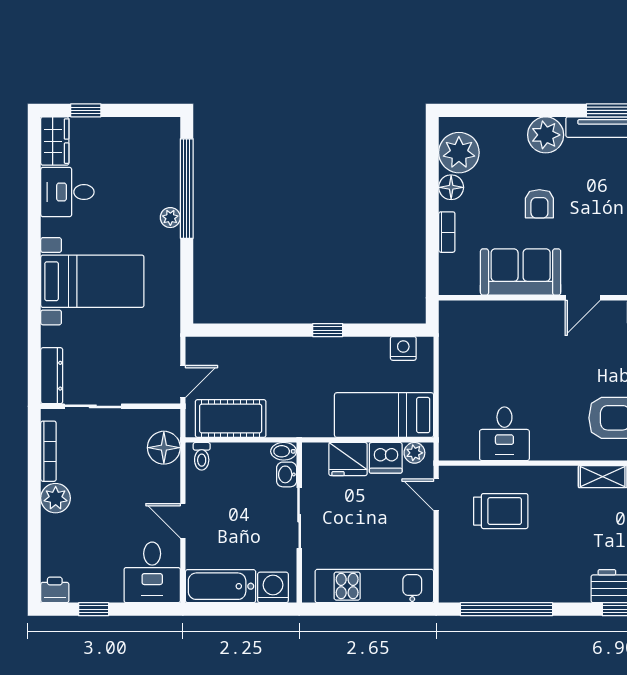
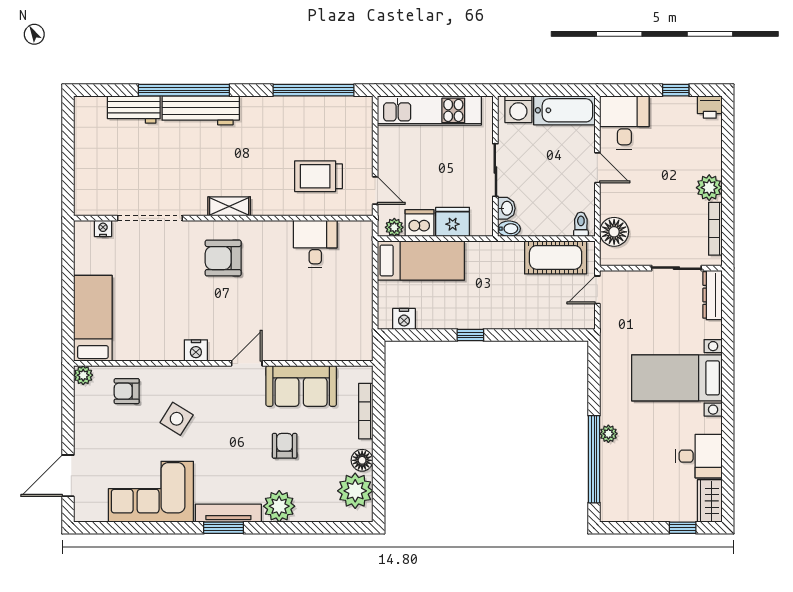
bookcase: (447, 232) -> (366, 411), width x1.56

